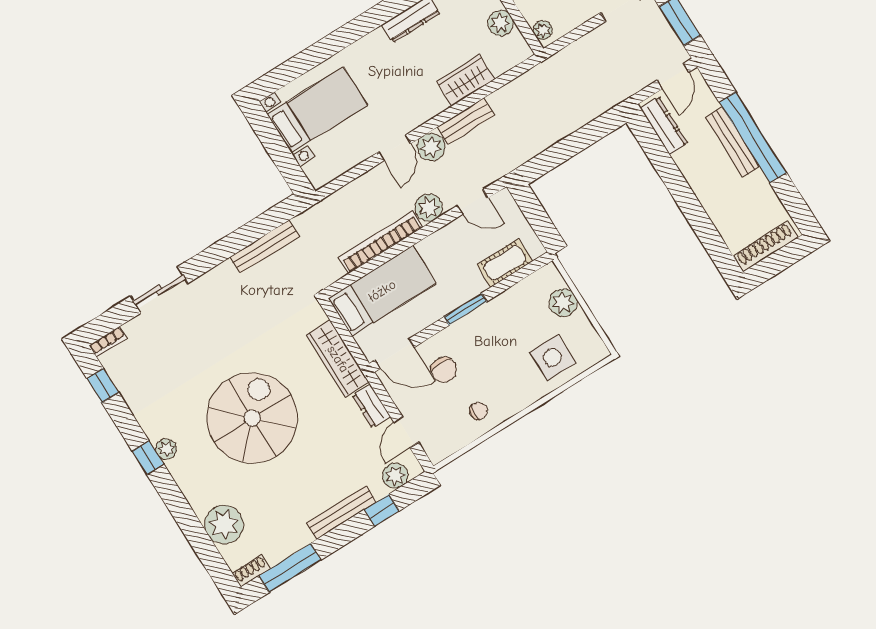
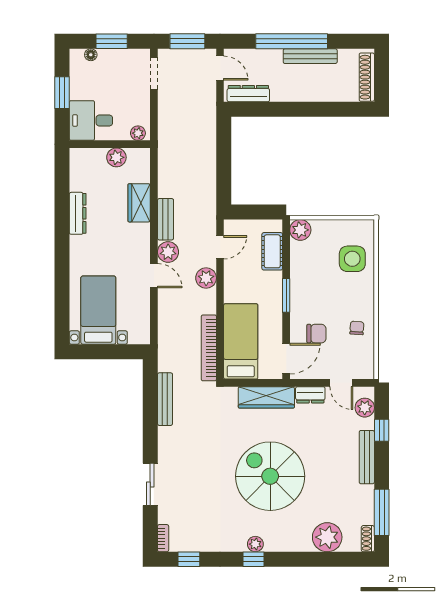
bench: (733, 142) -> (310, 56), moved
bookcase: (381, 242) -> (209, 348), moved
plant: (563, 303) -> (300, 230), moved

